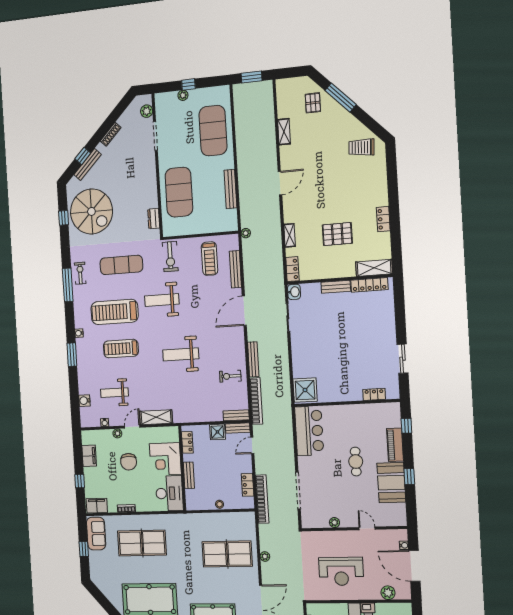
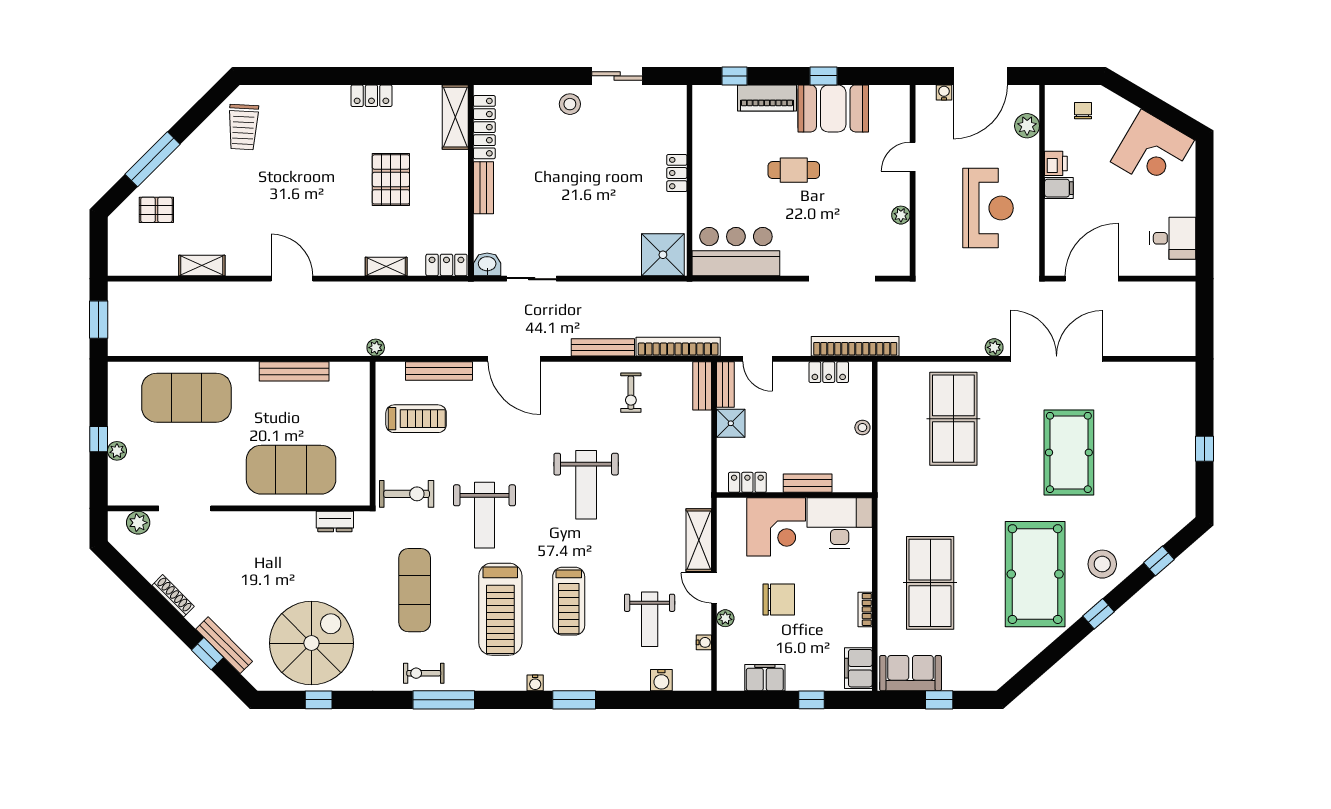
stool: (385, 333) -> (570, 104), added
locker: (374, 394) -> (677, 173), moved
plant: (265, 557) -> (994, 347), moved

